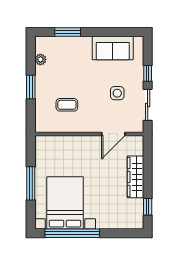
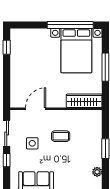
coffee table: (67, 105) -> (61, 136), moved
wardrobe: (135, 177) -> (84, 101), moved, turned -90

